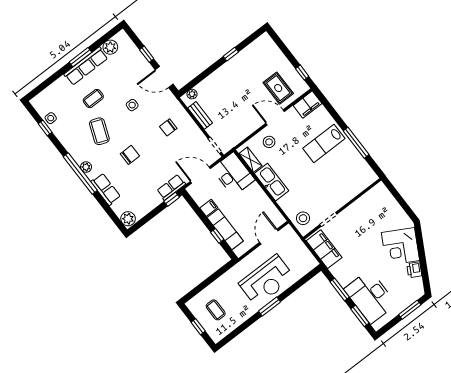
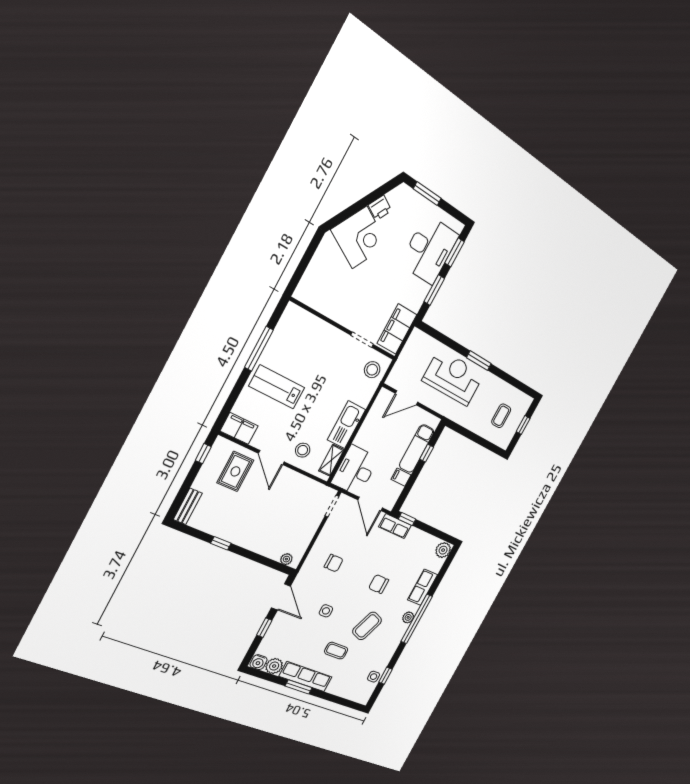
water cooler: (121, 38) -> (258, 662), added
bench: (200, 115) -> (188, 506), moved
lab bench: (324, 143) -> (277, 387), turned 180

